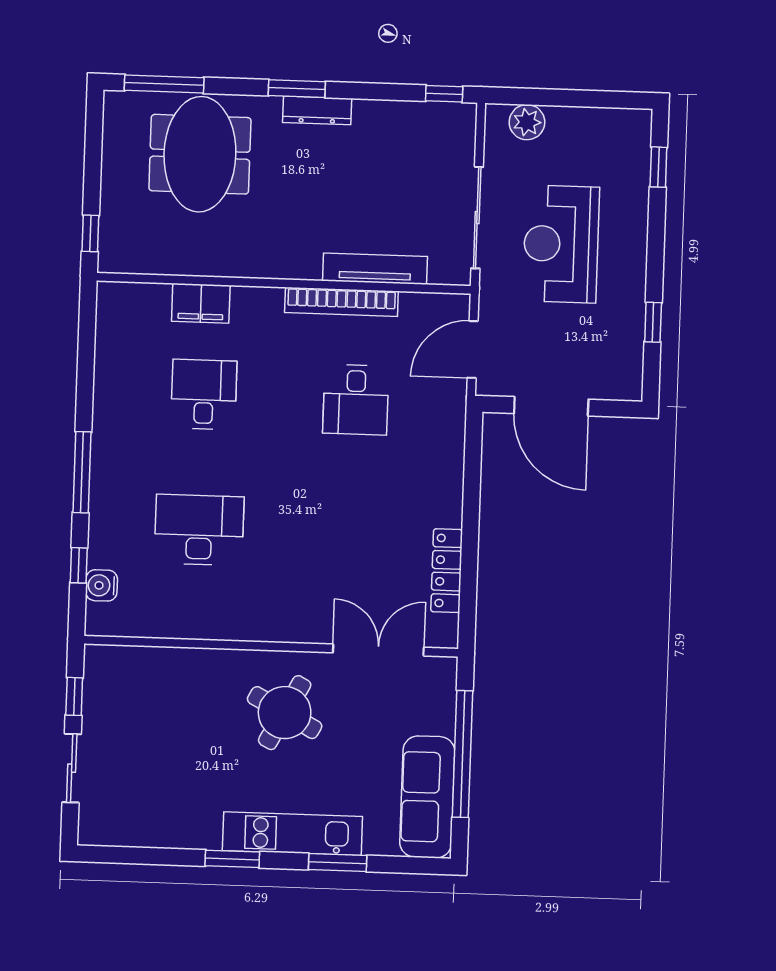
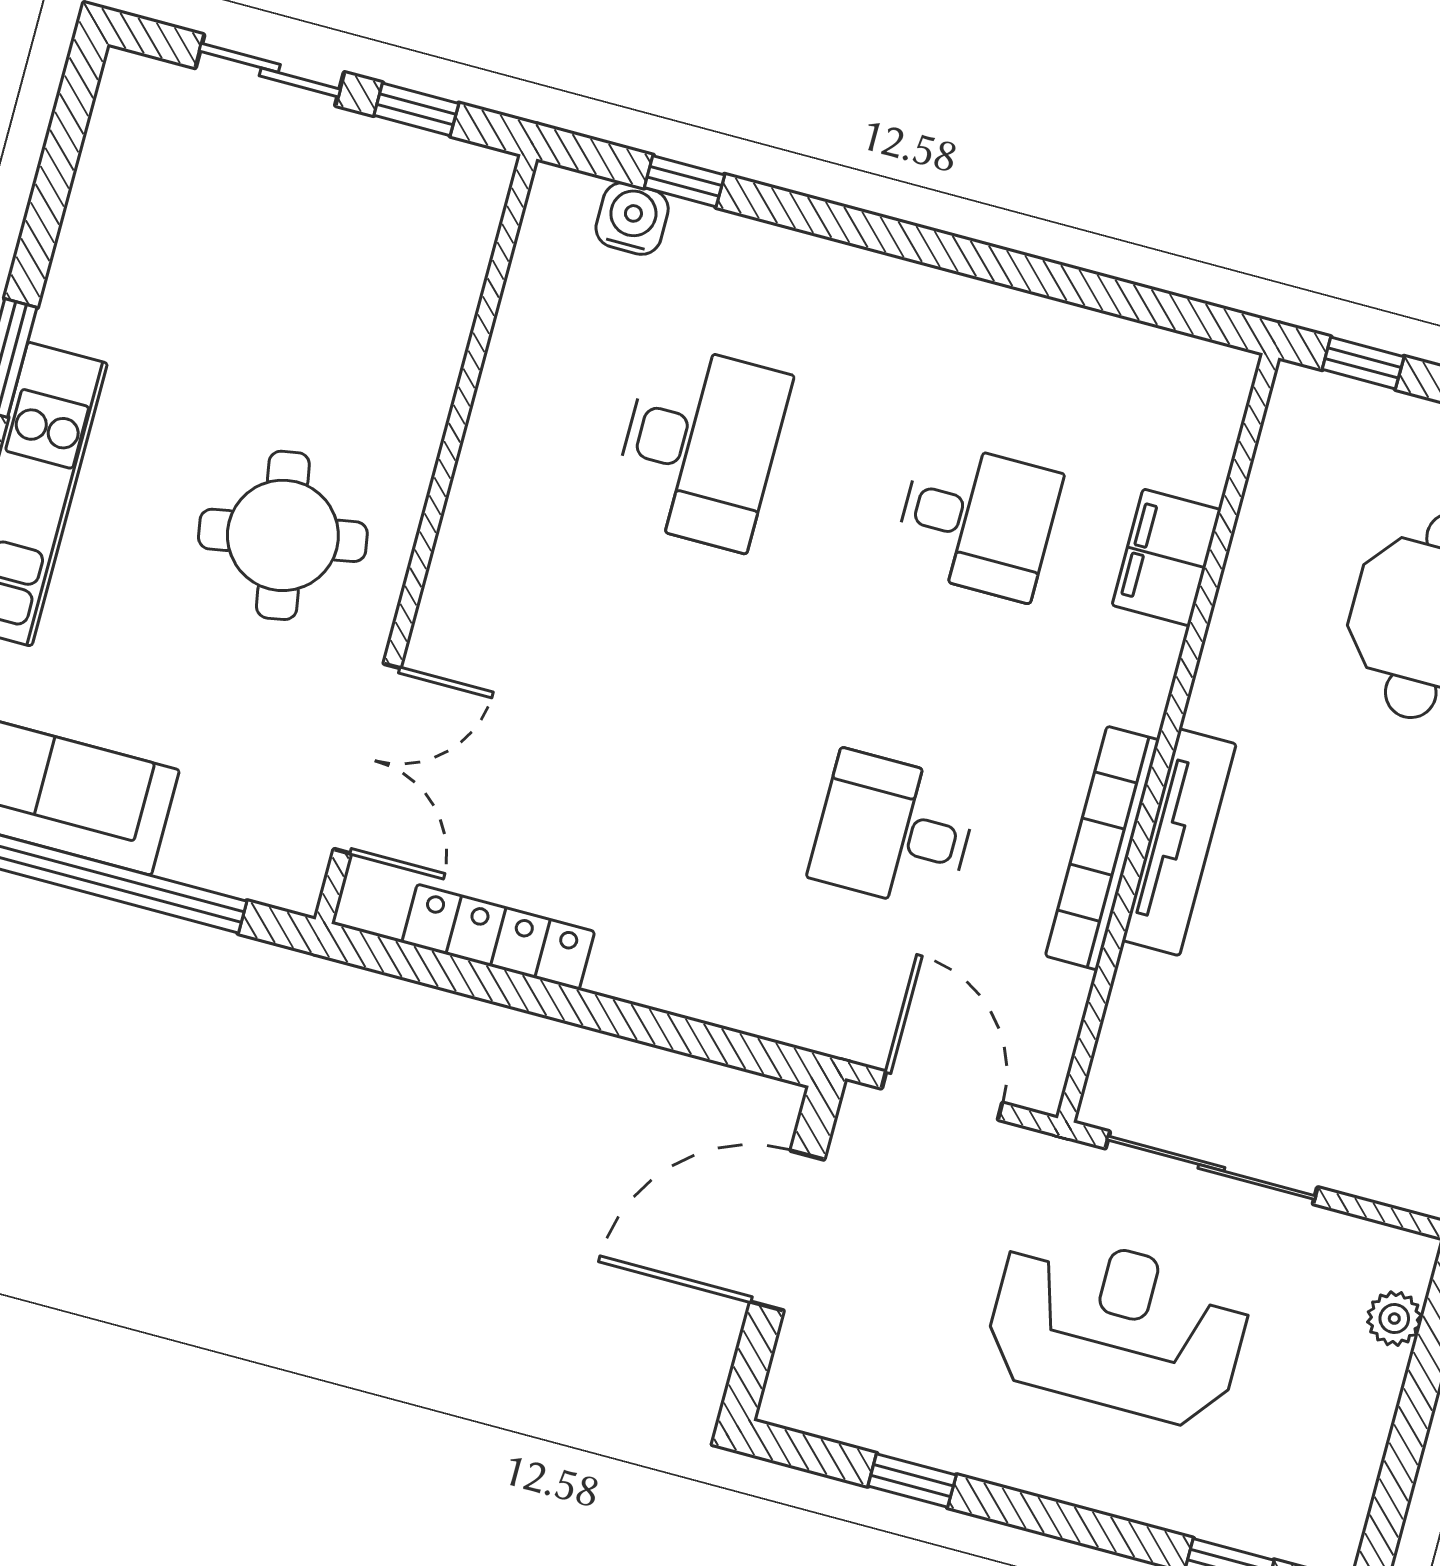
plant: (527, 122) -> (1394, 1319), width x0.73, depth x0.73
tv unit: (375, 269) -> (1179, 842), moved
window: (82, 472) -> (875, 232), removed
round table: (285, 713) -> (283, 535), turned -38

